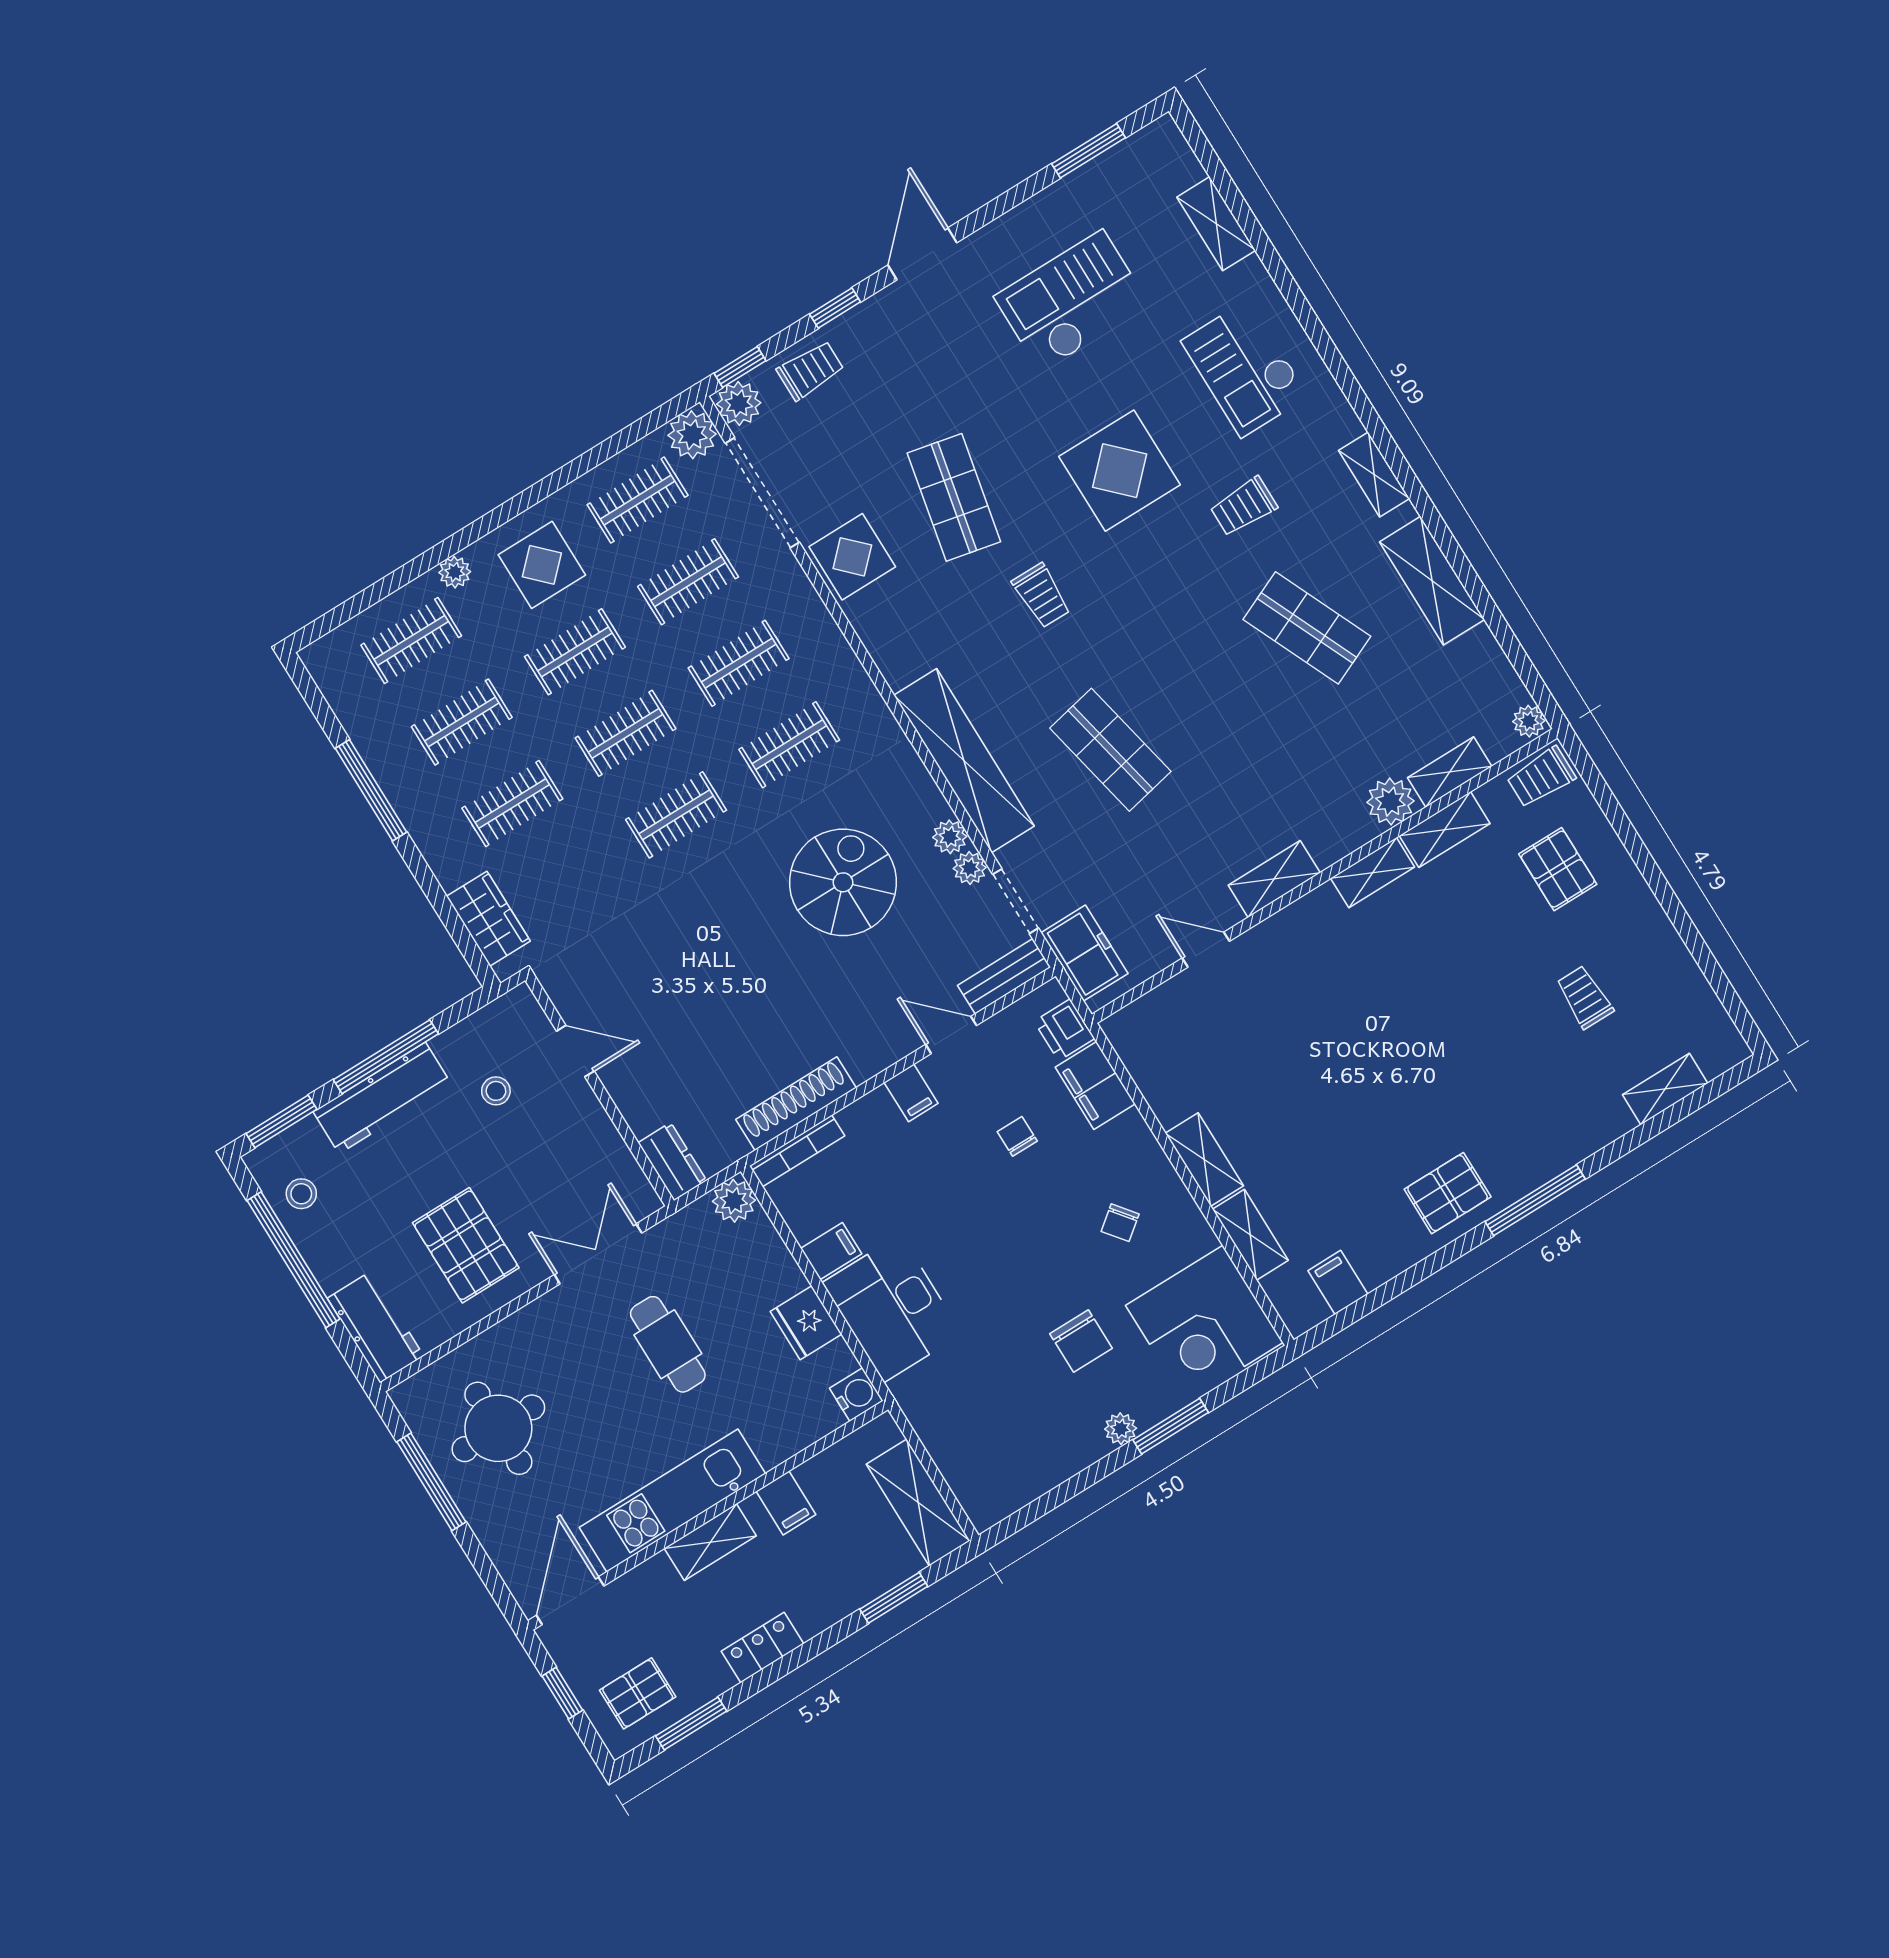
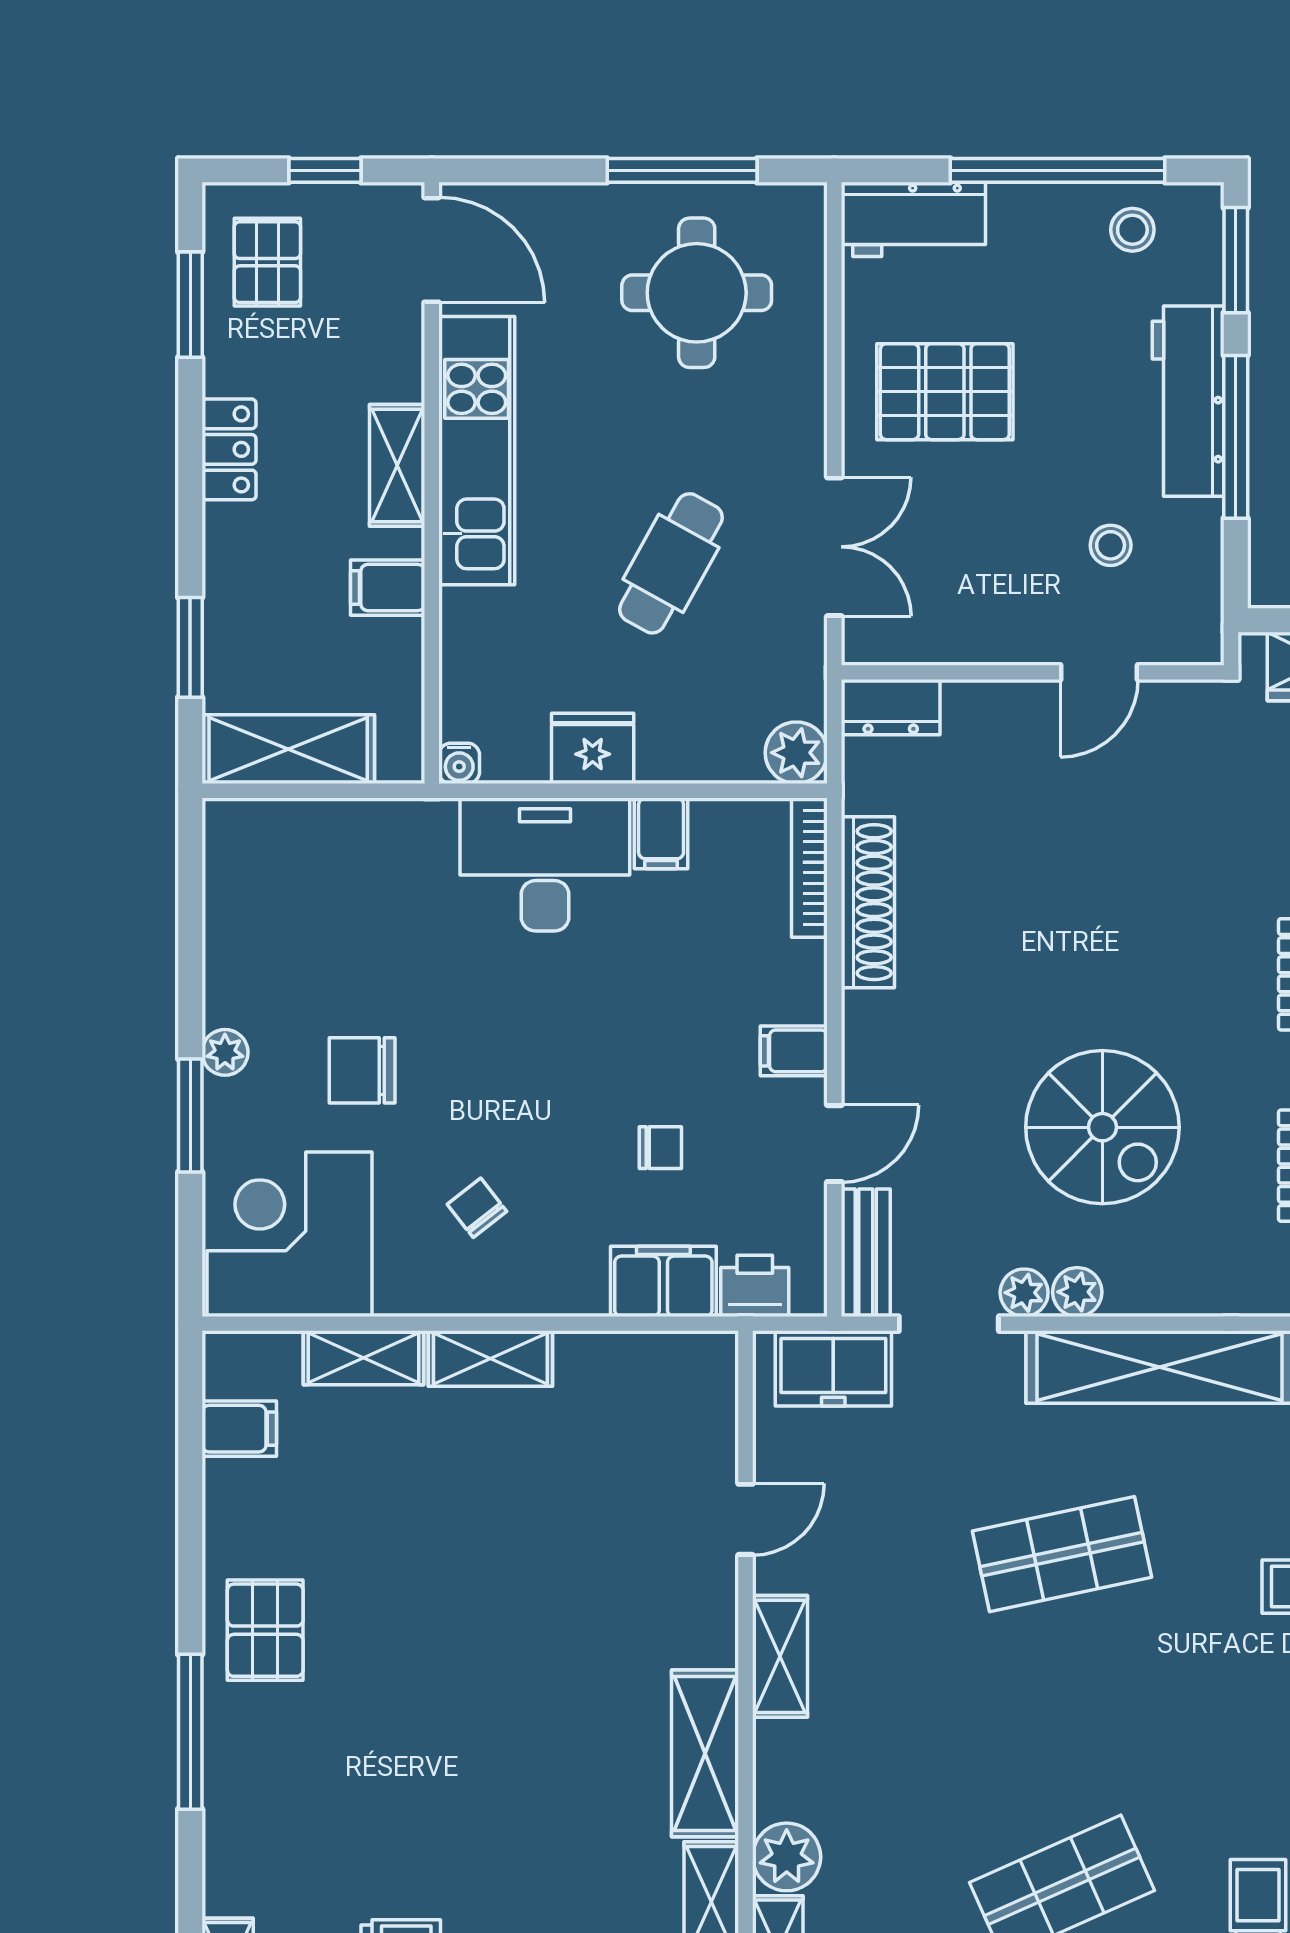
shelving: (1373, 873) -> (705, 1753), width x1.50, depth x1.33
cafe table: (668, 1344) -> (671, 563), turned -61
water cooler: (856, 1394) -> (459, 763), width x0.72, depth x0.72

